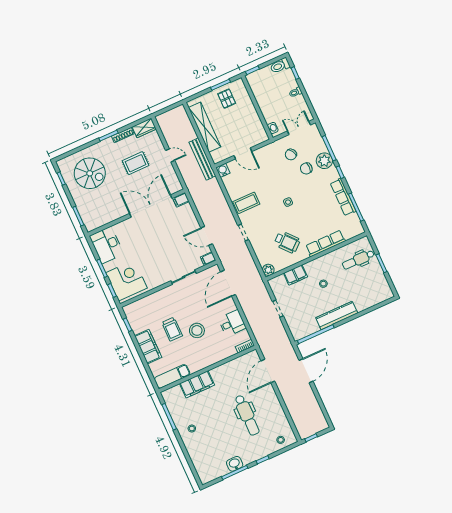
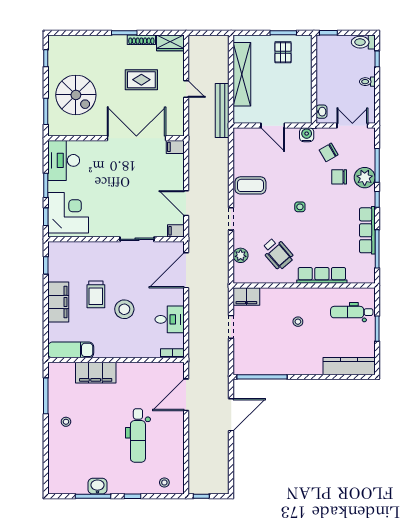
water cooler: (223, 170) -> (307, 135), moved
spiral stairs: (90, 173) -> (76, 95), moved
plant: (268, 270) -> (241, 255), moved
filing cabinet: (295, 275) -> (246, 297), moved
kitchen counter: (337, 315) -> (349, 366), moved

